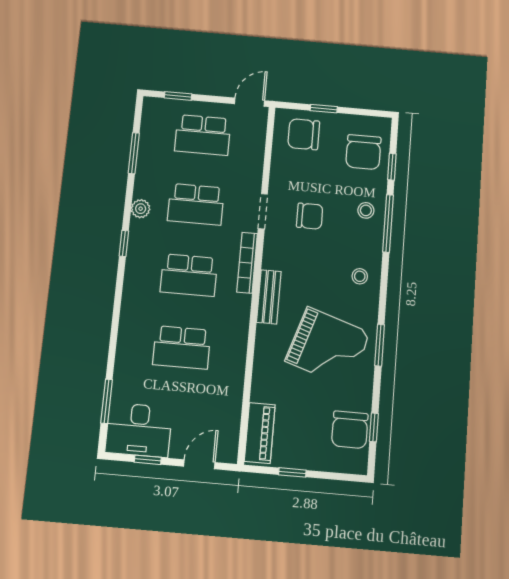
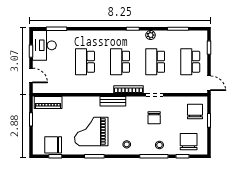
chair: (363, 152) -> (189, 142), turned 90
grand piano: (328, 347) -> (91, 131), turned 72

